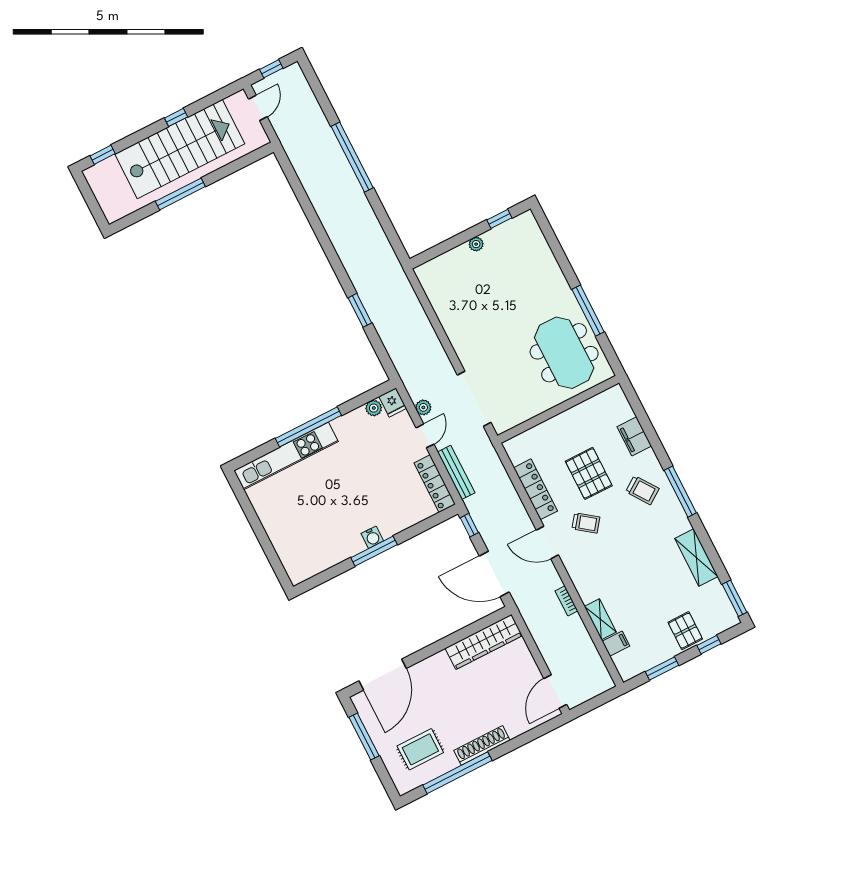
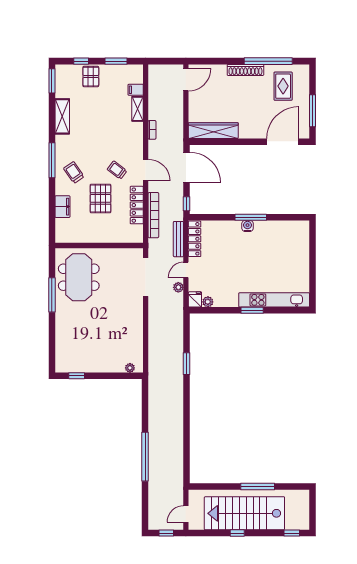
plant: (476, 244) -> (130, 368), moved
window: (308, 427) -> (252, 310), width x0.47
bookcase: (506, 487) -> (153, 215), added
rug: (420, 749) -> (283, 86), turned 90

